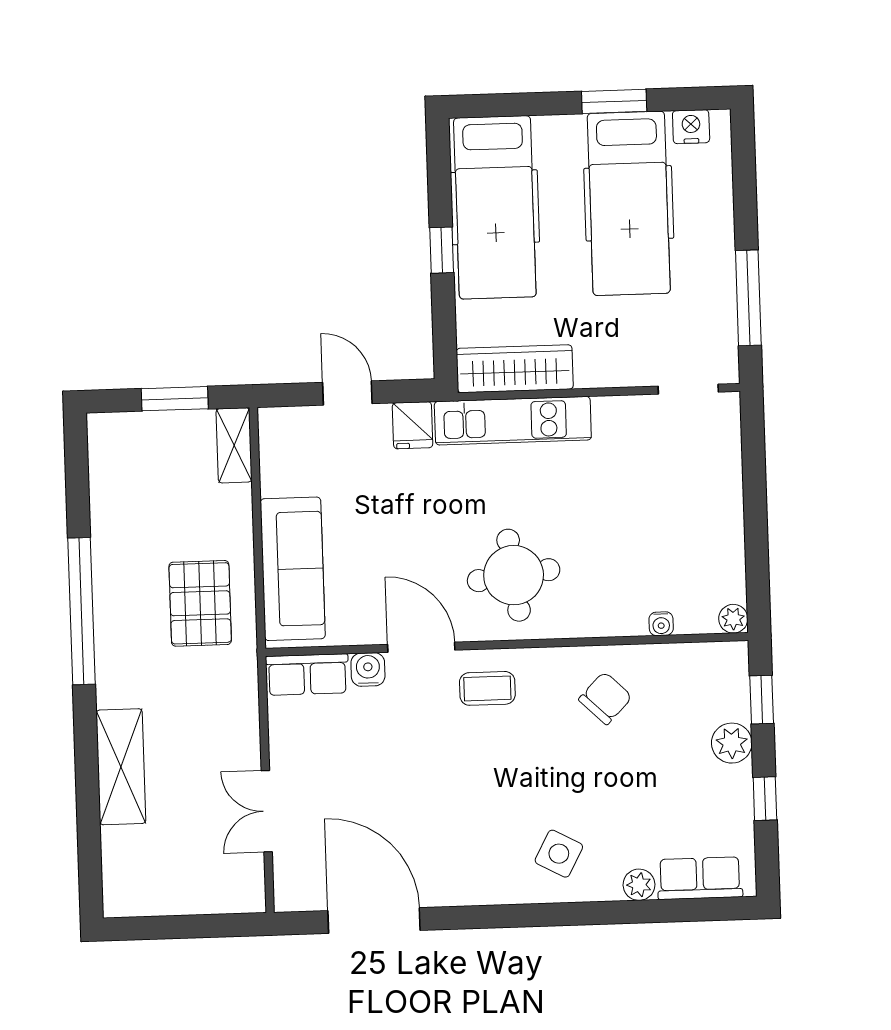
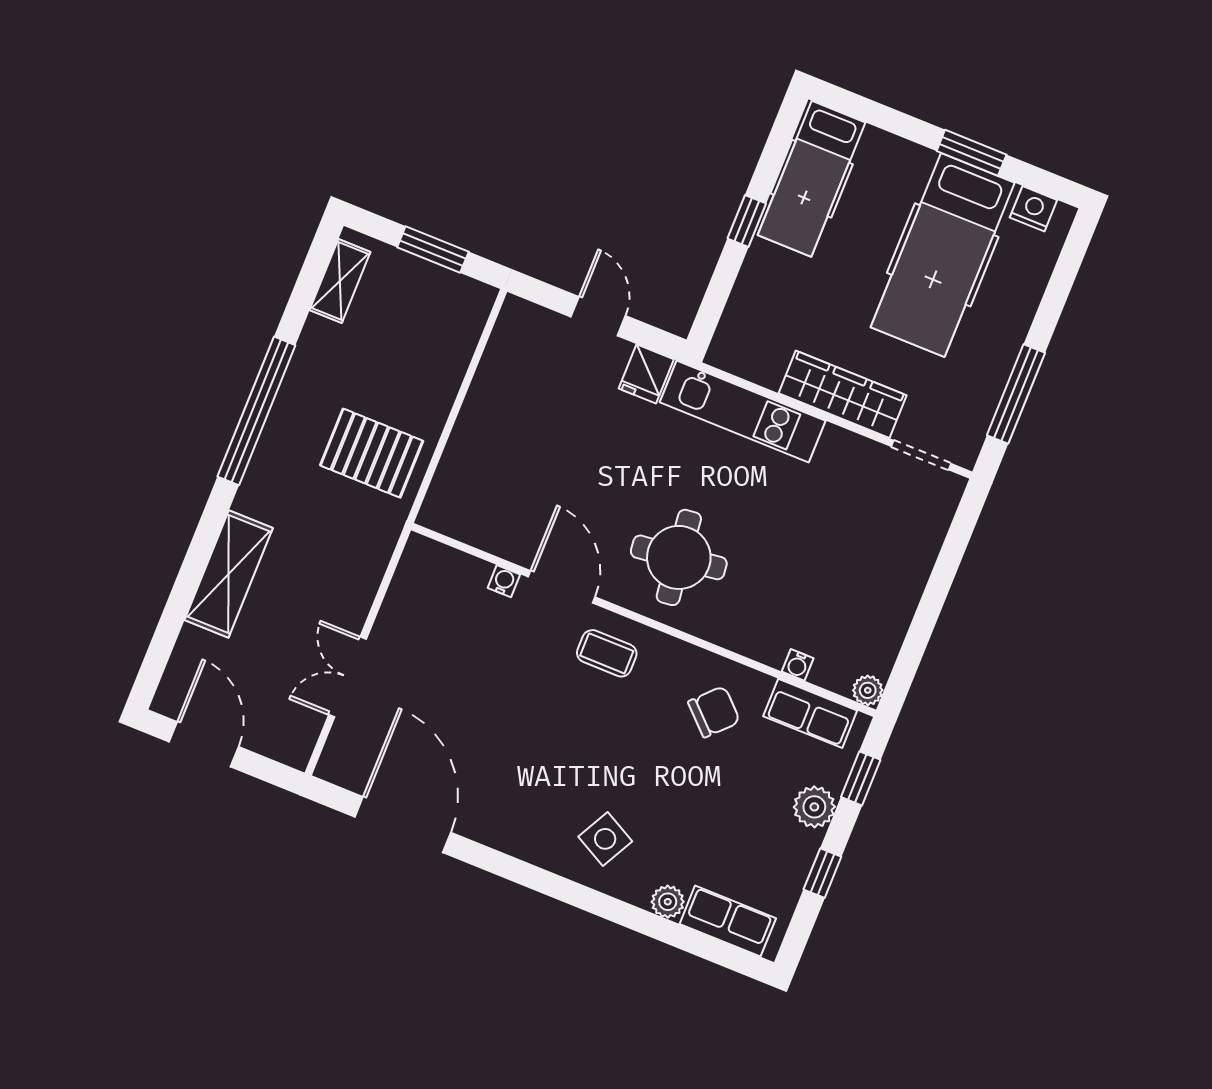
hospital bed: (495, 207) -> (812, 179), width x0.73, depth x0.78
wardrobe: (515, 369) -> (843, 394), moved
shelving: (234, 445) -> (340, 281), moved
sofa: (293, 569) -> (473, 459), removed
pallet: (200, 603) -> (372, 453), turned 90
water cooler: (368, 669) -> (504, 581), width x0.72, depth x0.72
row of seats: (307, 675) -> (810, 713), moved
door: (166, 927) -> (204, 744), added

